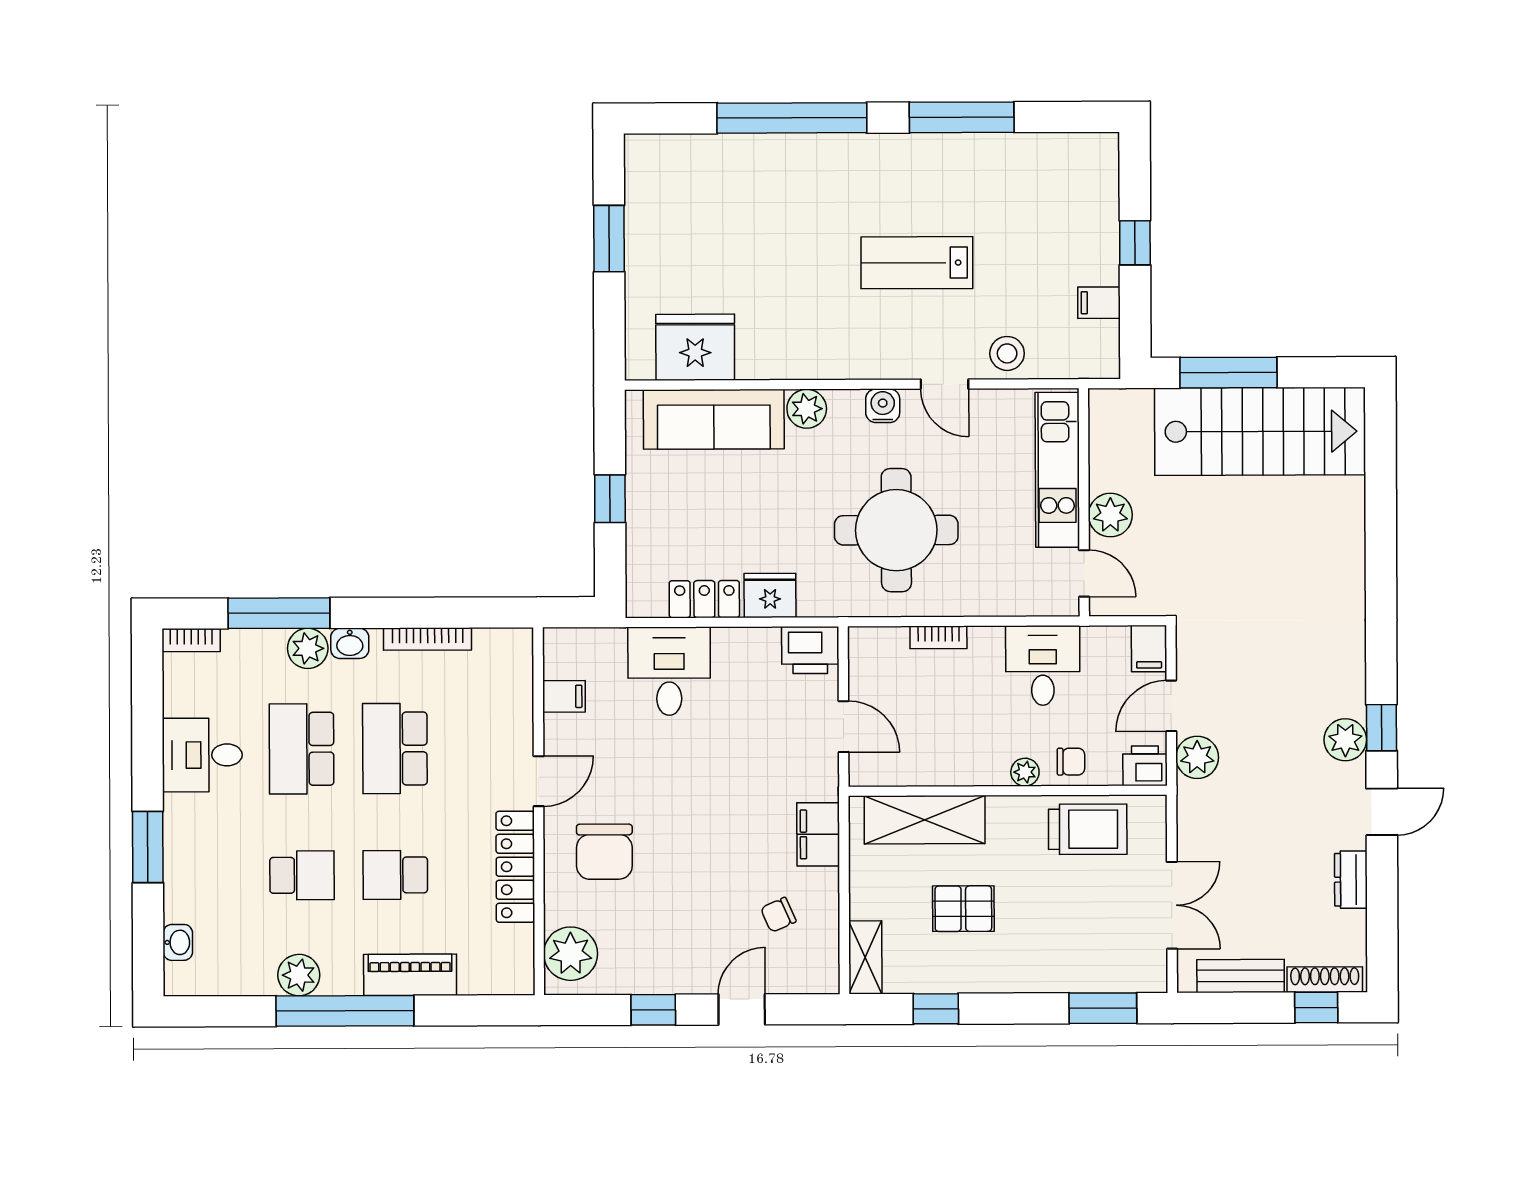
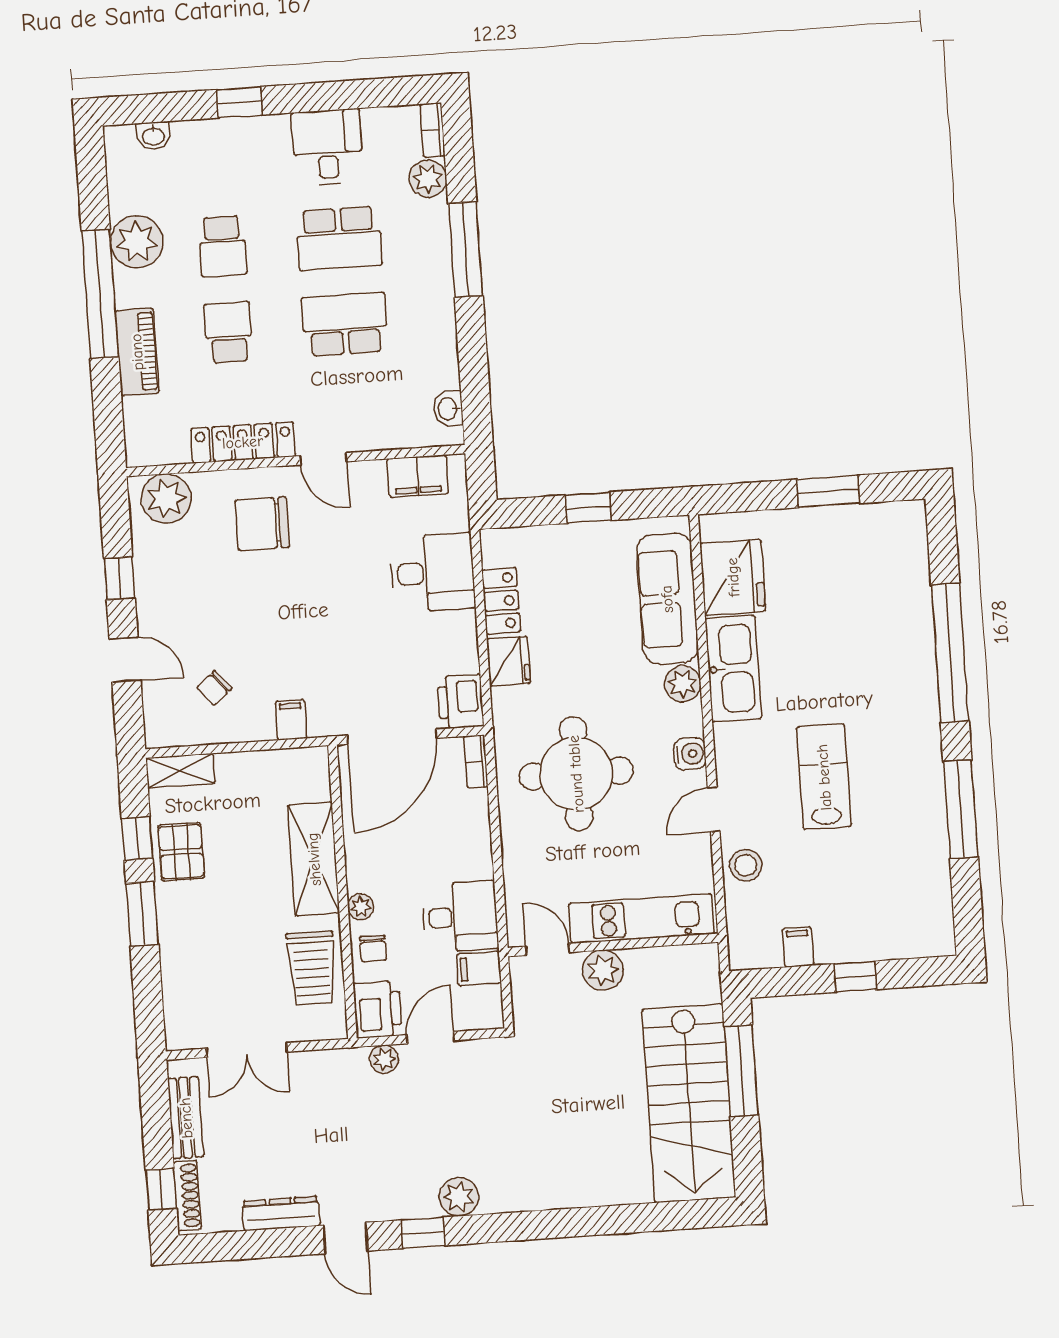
kitchen sink: (794, 353) -> (733, 668), added
door: (1084, 573) -> (547, 949), swing flipped
window: (279, 613) -> (465, 249), moved
bookcase: (938, 637) -> (476, 761), moved
bookcase: (427, 639) -> (448, 348), removed
washbasin: (350, 643) -> (448, 409), moved
plant: (308, 648) -> (428, 179), moved
filing cabinet: (1149, 649) -> (479, 969), moved
filing cabinet: (564, 696) -> (418, 476), width x2.00
door: (1171, 706) -> (430, 1038), hinge flipped
door: (844, 727) -> (392, 737), width x1.88
plant: (1345, 740) -> (459, 1197), moved
school desk: (302, 749) -> (339, 238), turned 180
plant: (1197, 757) -> (384, 1059), width x0.73, depth x0.73
printer: (1145, 766) -> (378, 1009), width x1.36, depth x1.24
shelving: (925, 820) -> (314, 859), moved
filing cabinet: (818, 834) -> (291, 720), width x0.50
window: (148, 847) -> (239, 102), width x0.67
dresser: (1351, 880) -> (281, 1214), width x1.44
pallet: (963, 909) -> (181, 852), moved
chair: (778, 915) -> (214, 688), turned -106
plant: (299, 975) -> (137, 242), width x1.36, depth x1.36
window: (1103, 1008) -> (142, 914), moved

